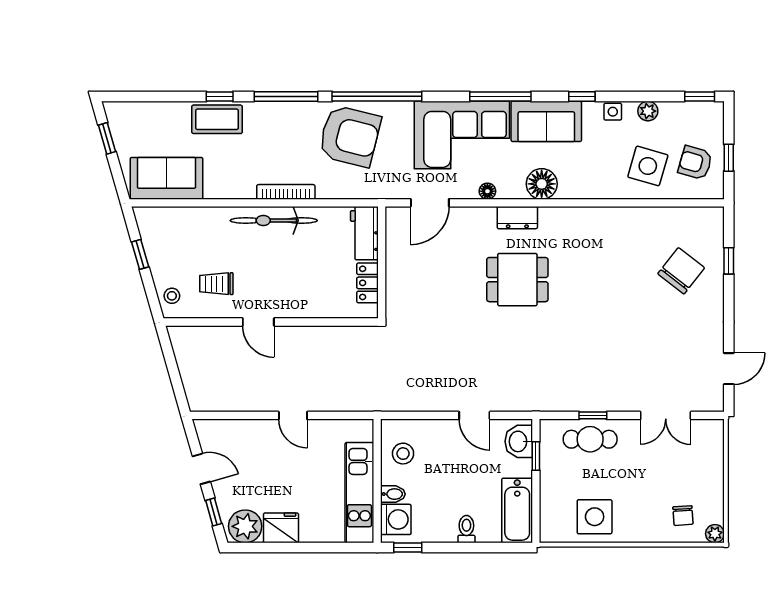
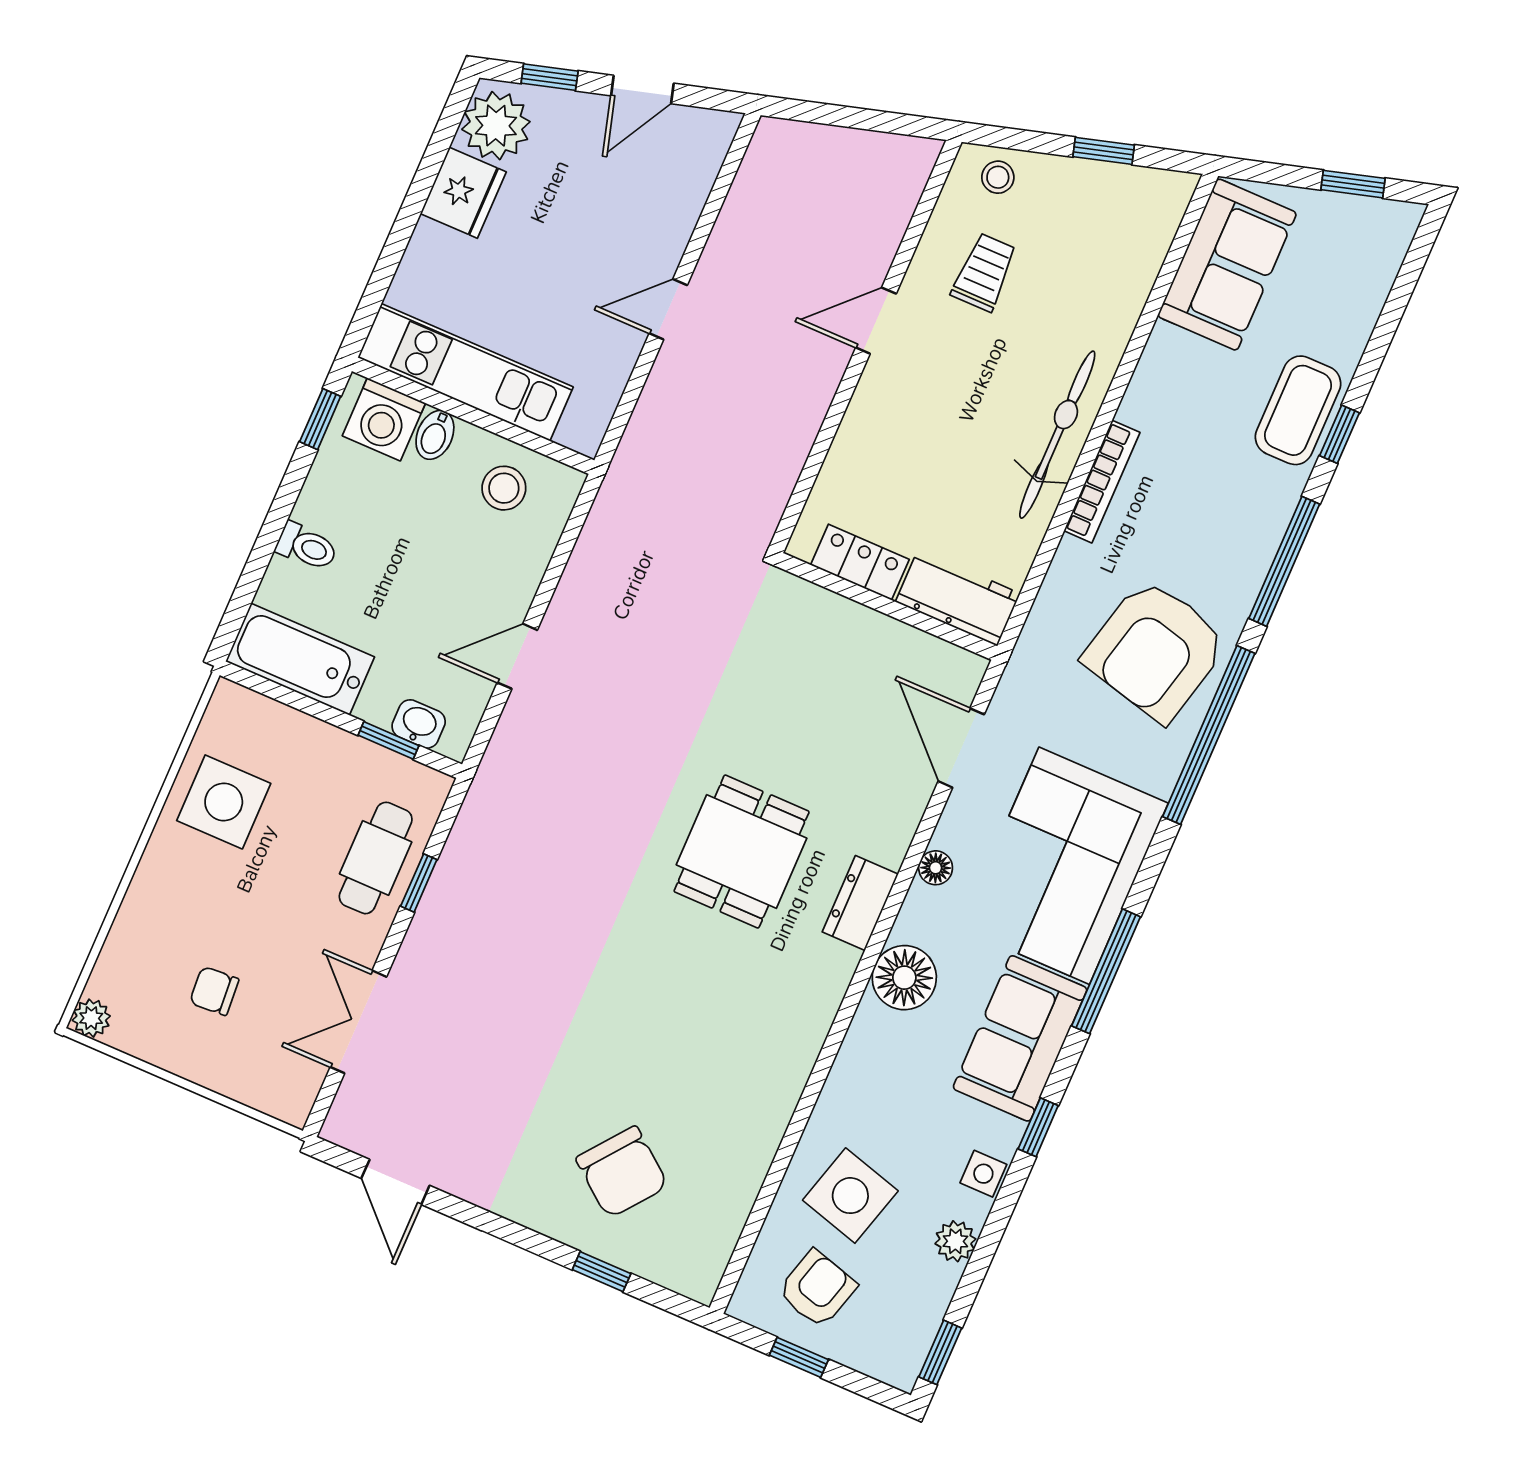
washbasin: (519, 441) -> (419, 724), width x0.72, depth x0.69
chair: (683, 516) -> (214, 991), moved

